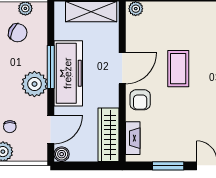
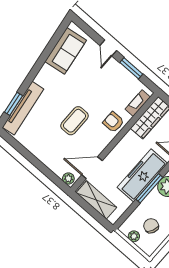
door: (122, 68) -> (92, 168), moved
armchair: (140, 100) -> (113, 122), turned -90

